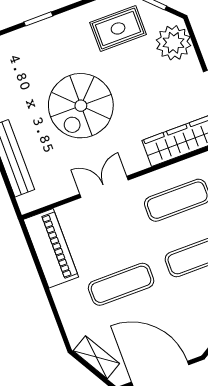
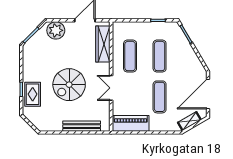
rug: (118, 28) -> (33, 94), moved
spiral stairs: (81, 106) -> (69, 85), turned 90

